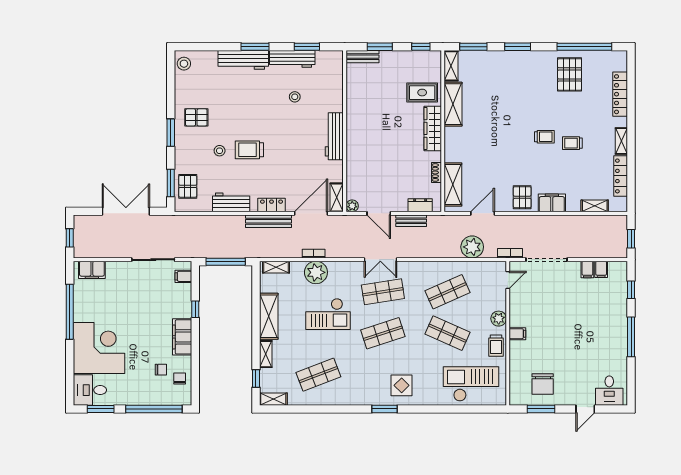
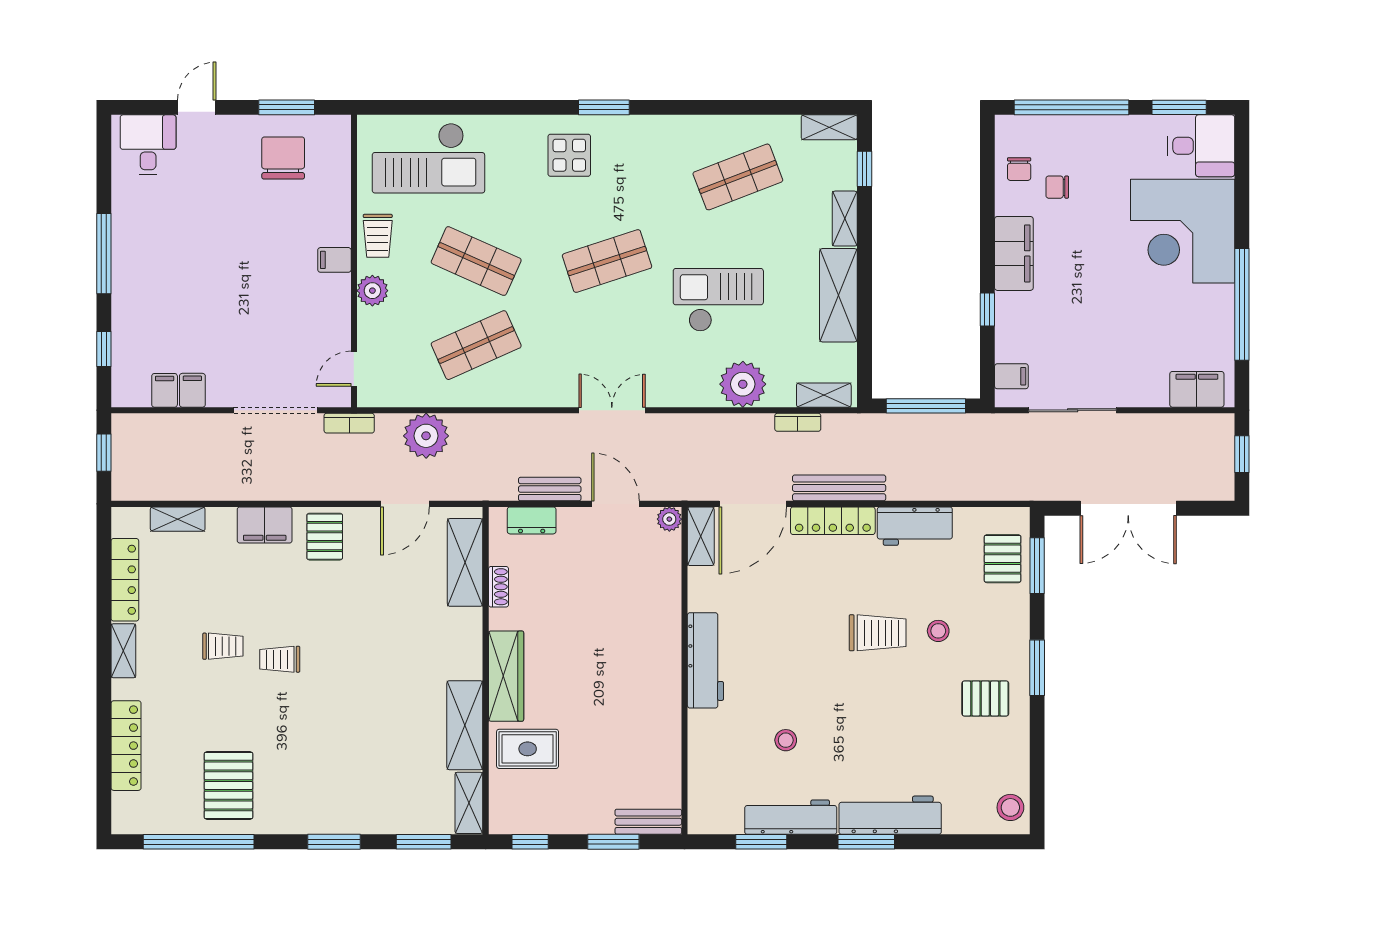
locker: (271, 205) -> (833, 521), width x1.53
bookcase: (314, 254) -> (798, 422), moved
shop shelf: (383, 292) -> (607, 345), removed
trolley: (496, 346) -> (378, 236), turned 180

